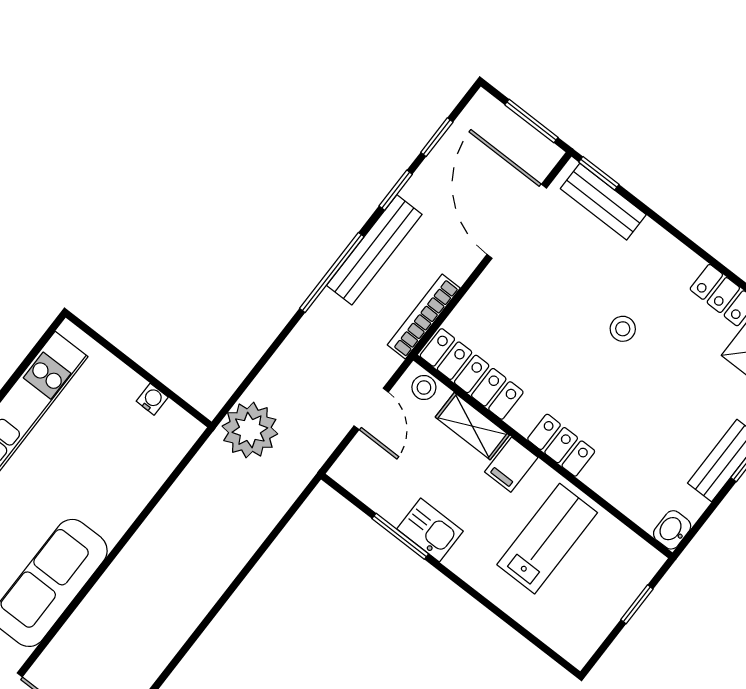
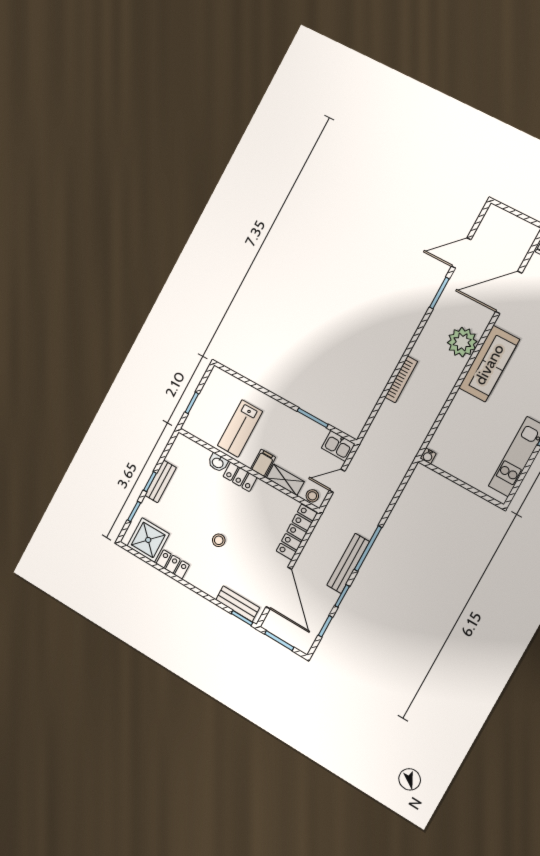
bookcase: (424, 317) -> (401, 379), moved
locker: (472, 374) -> (297, 532), moved, turned 90
water cooler: (152, 399) -> (428, 456), moved
door: (371, 409) -> (337, 481), hinge flipped
plant: (250, 430) -> (462, 342), moved
kitchen sink: (430, 530) -> (338, 446), moved
washbasin: (672, 530) -> (218, 463), moved, turned 90

